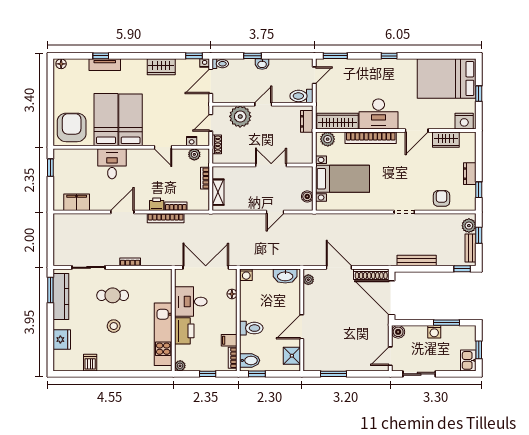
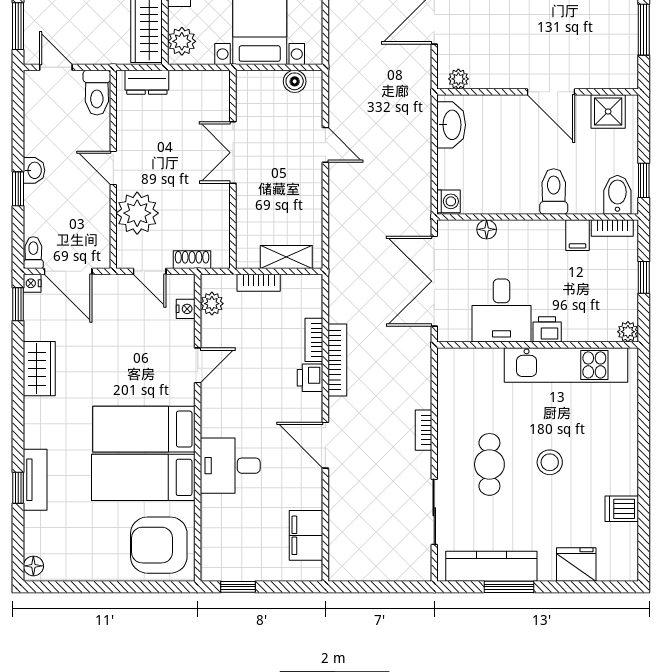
window: (50, 290) -> (509, 587), moved
printer: (184, 331) -> (547, 329), width x0.53, depth x0.68

